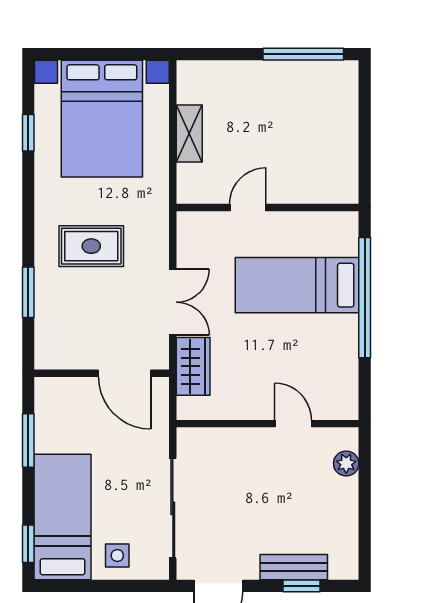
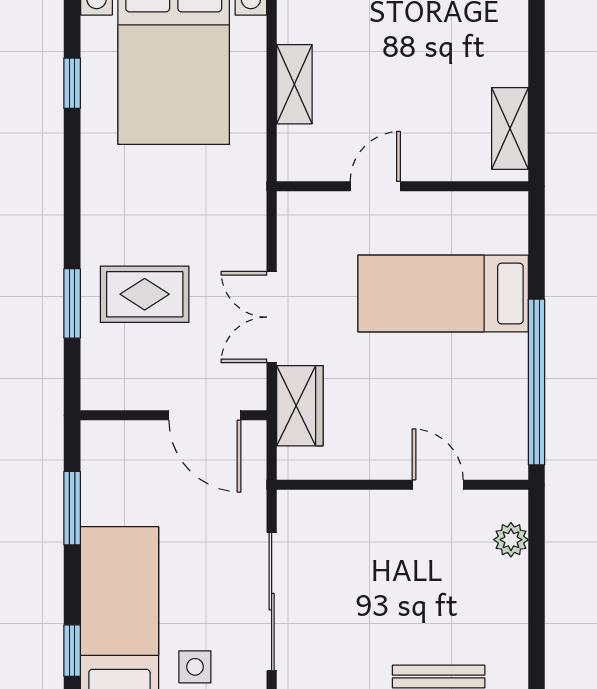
shelving: (345, 166) -> (510, 128), added
rug: (91, 246) -> (145, 294), moved
window: (365, 298) -> (536, 382), moved
double door: (173, 302) -> (272, 317), swing flipped

